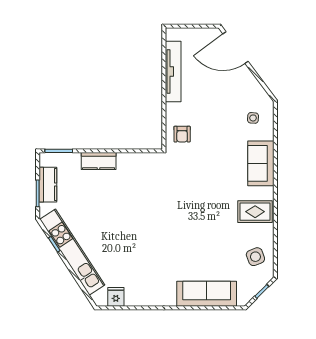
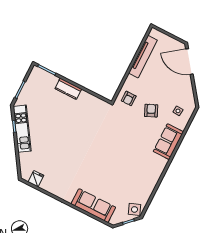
armchair: (219, 135) -> (151, 111), added
kitchen counter: (48, 185) -> (29, 87), removed
rug: (255, 212) -> (150, 170), removed
kitchen unit: (72, 252) -> (22, 129), width x0.73
side table: (255, 257) -> (135, 209), moved

